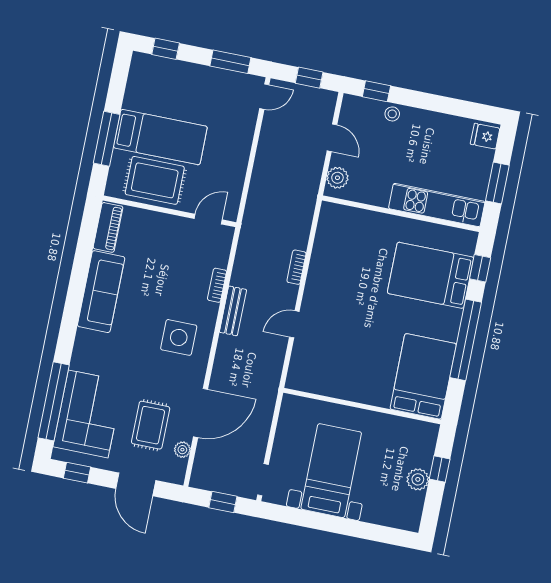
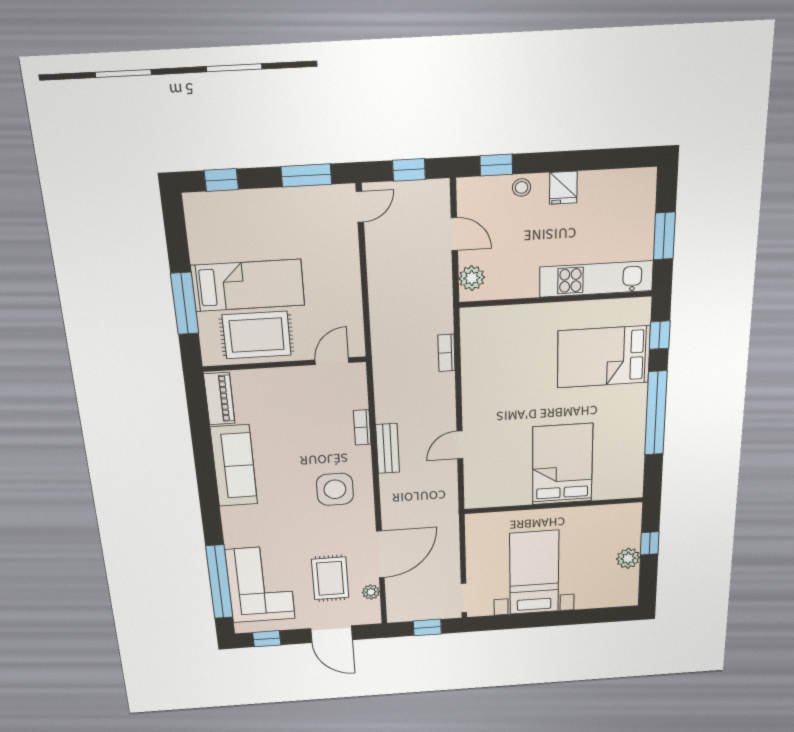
fridge: (485, 136) -> (563, 188), moved, turned -90
bookcase: (296, 267) -> (447, 353), moved
bed: (423, 376) -> (562, 464), moved

